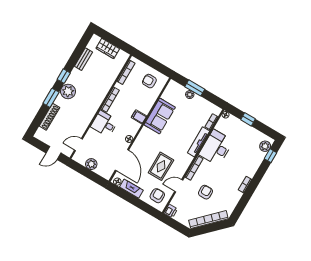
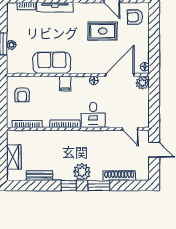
plant: (91, 164) -> (143, 83), moved
fireplace: (131, 189) -> (143, 48), removed

